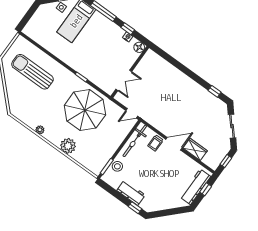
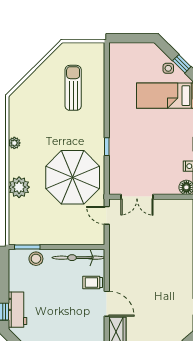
sun lounger: (32, 72) -> (73, 88), width x0.73, depth x0.75
door: (132, 113) -> (107, 215), moved
workbench: (131, 193) -> (18, 310), moved

